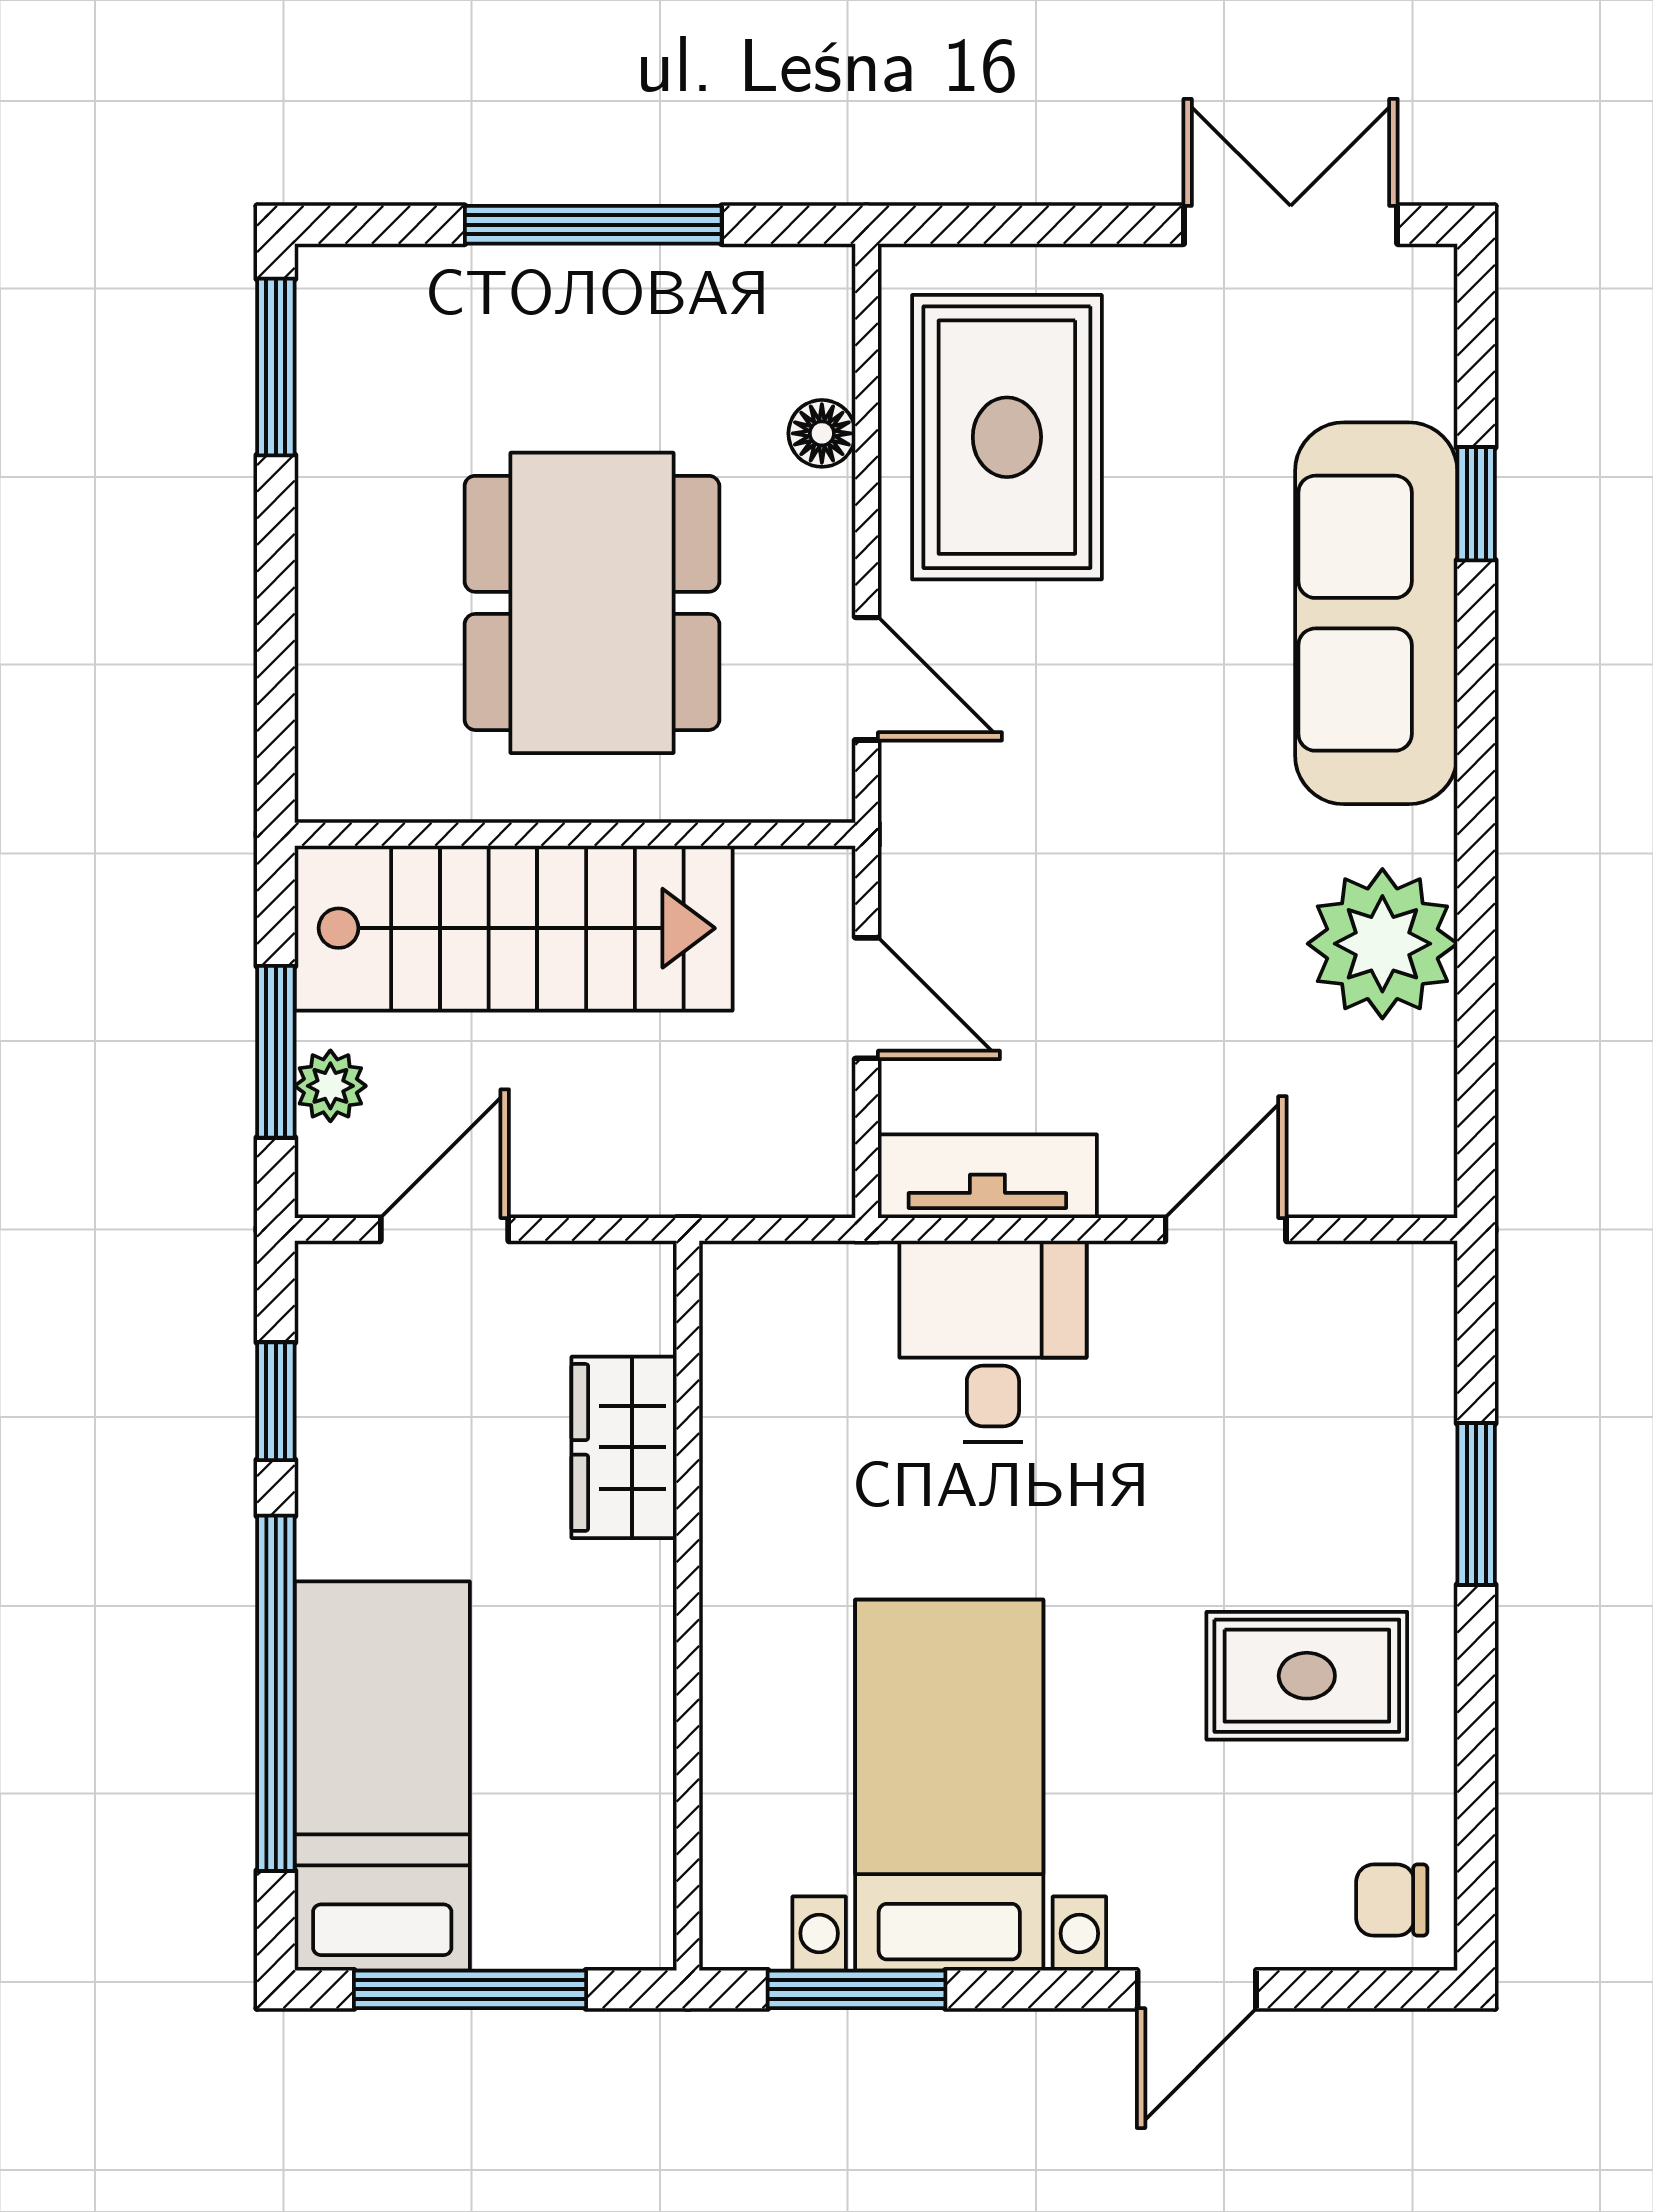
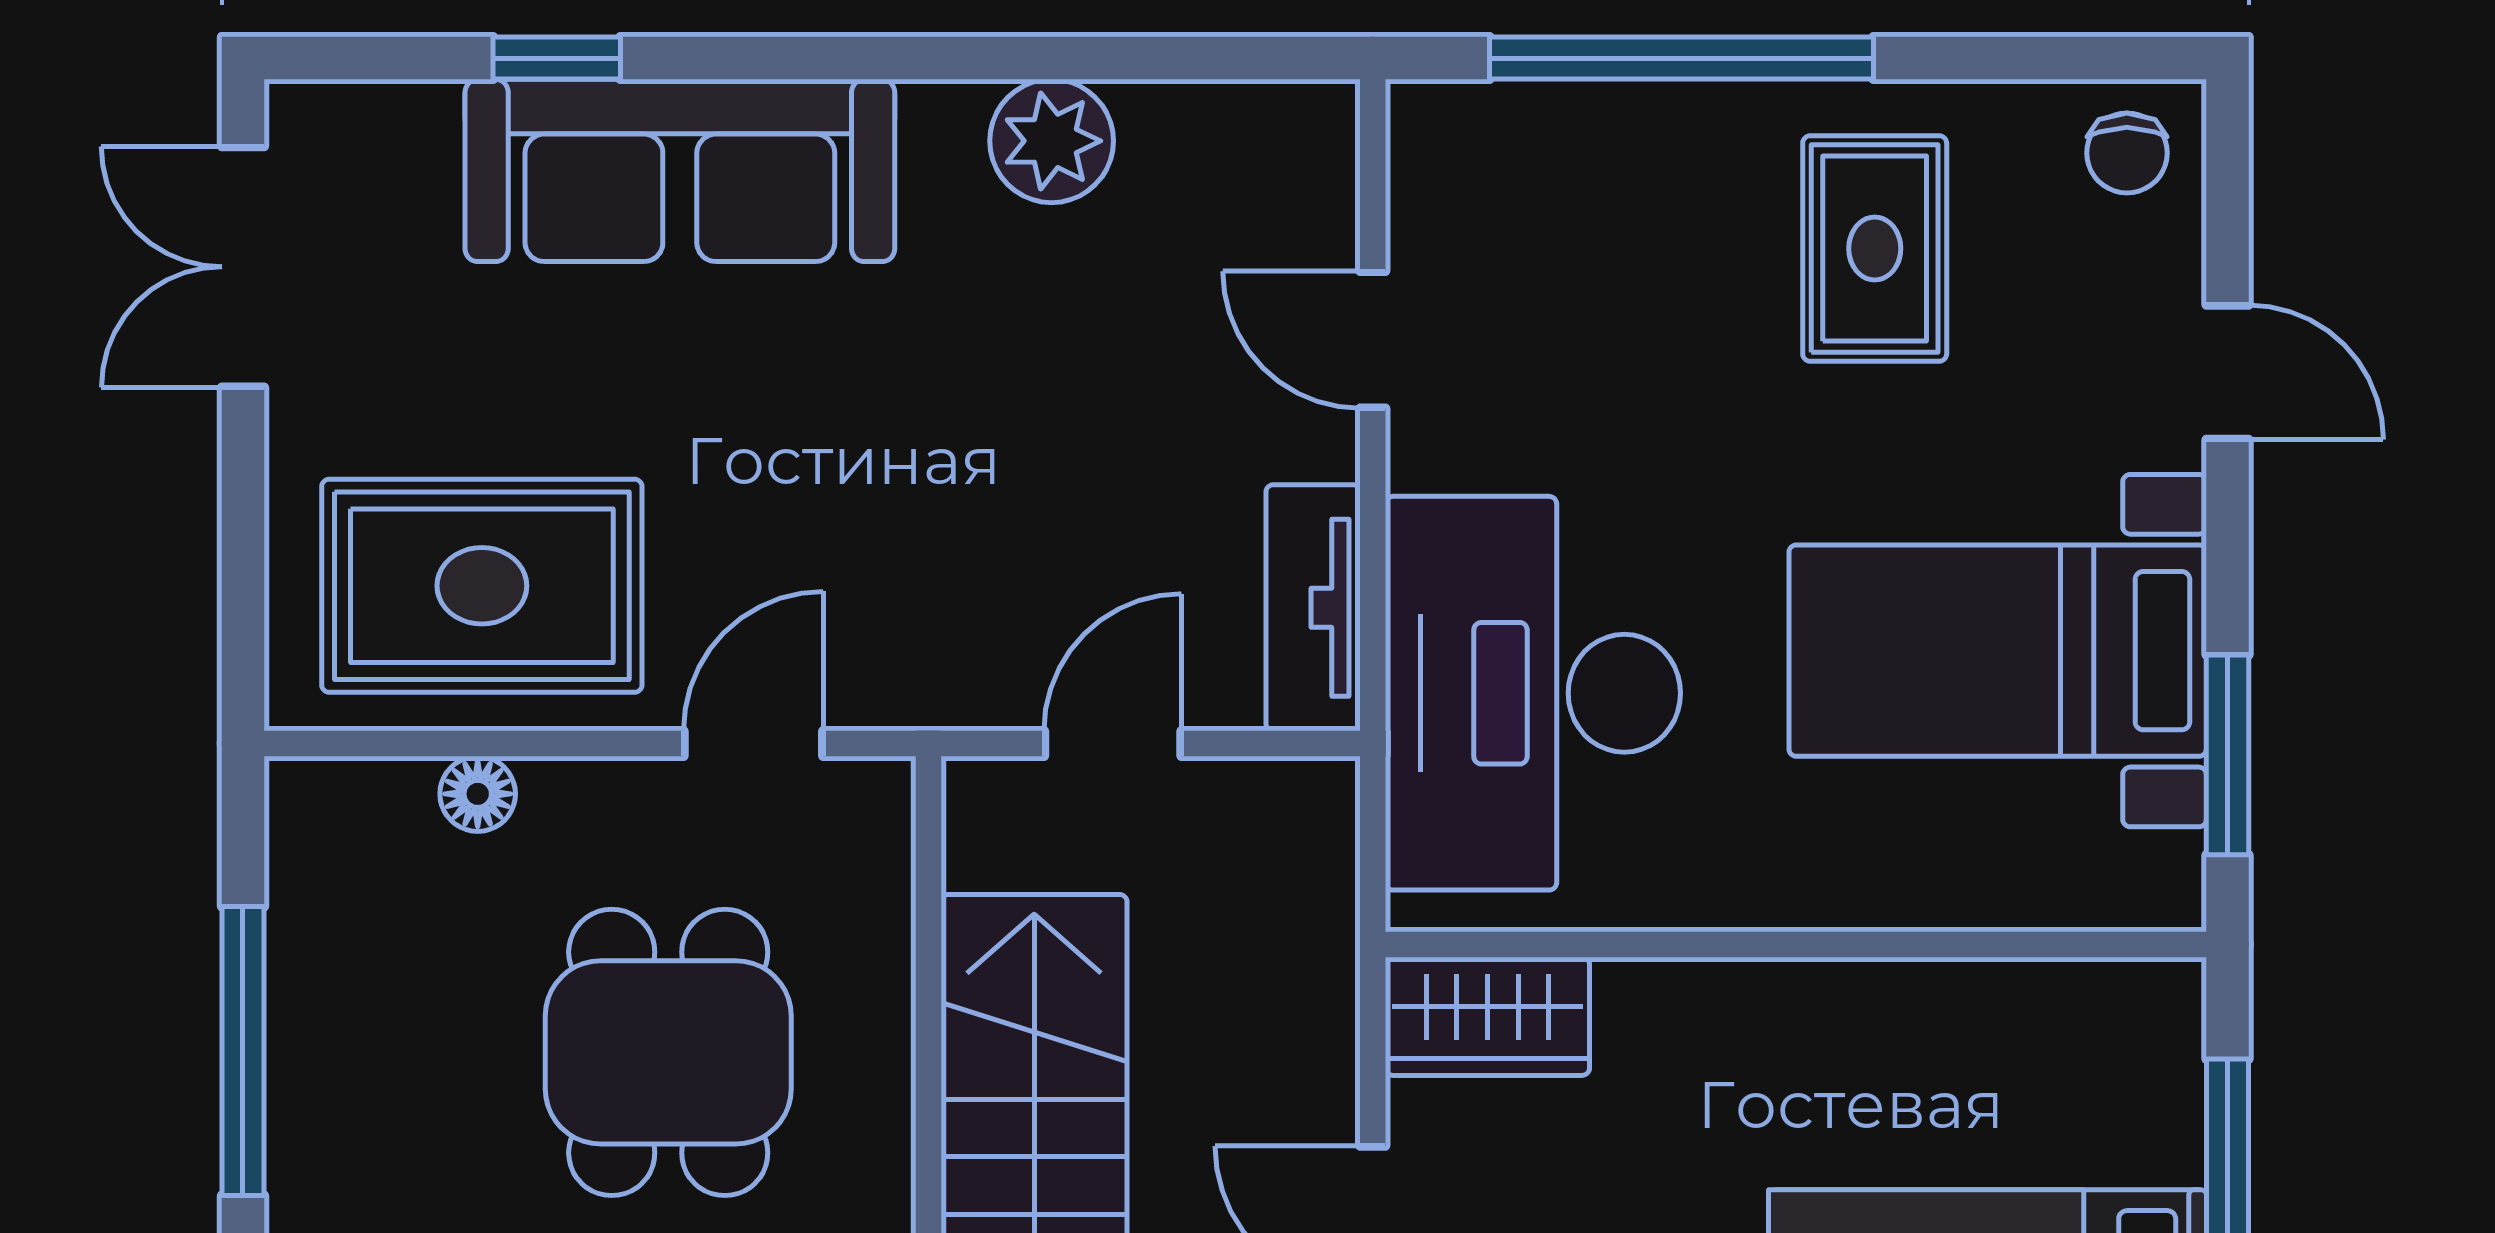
dining table: (592, 603) -> (668, 1052), width x0.73
plant: (1382, 944) -> (1052, 141), width x0.73, depth x0.73
desk: (993, 1342) -> (1533, 693), width x1.87, depth x1.30
wardrobe: (624, 1447) -> (1487, 1016), moved
window: (1476, 1504) -> (1682, 58), width x2.11

